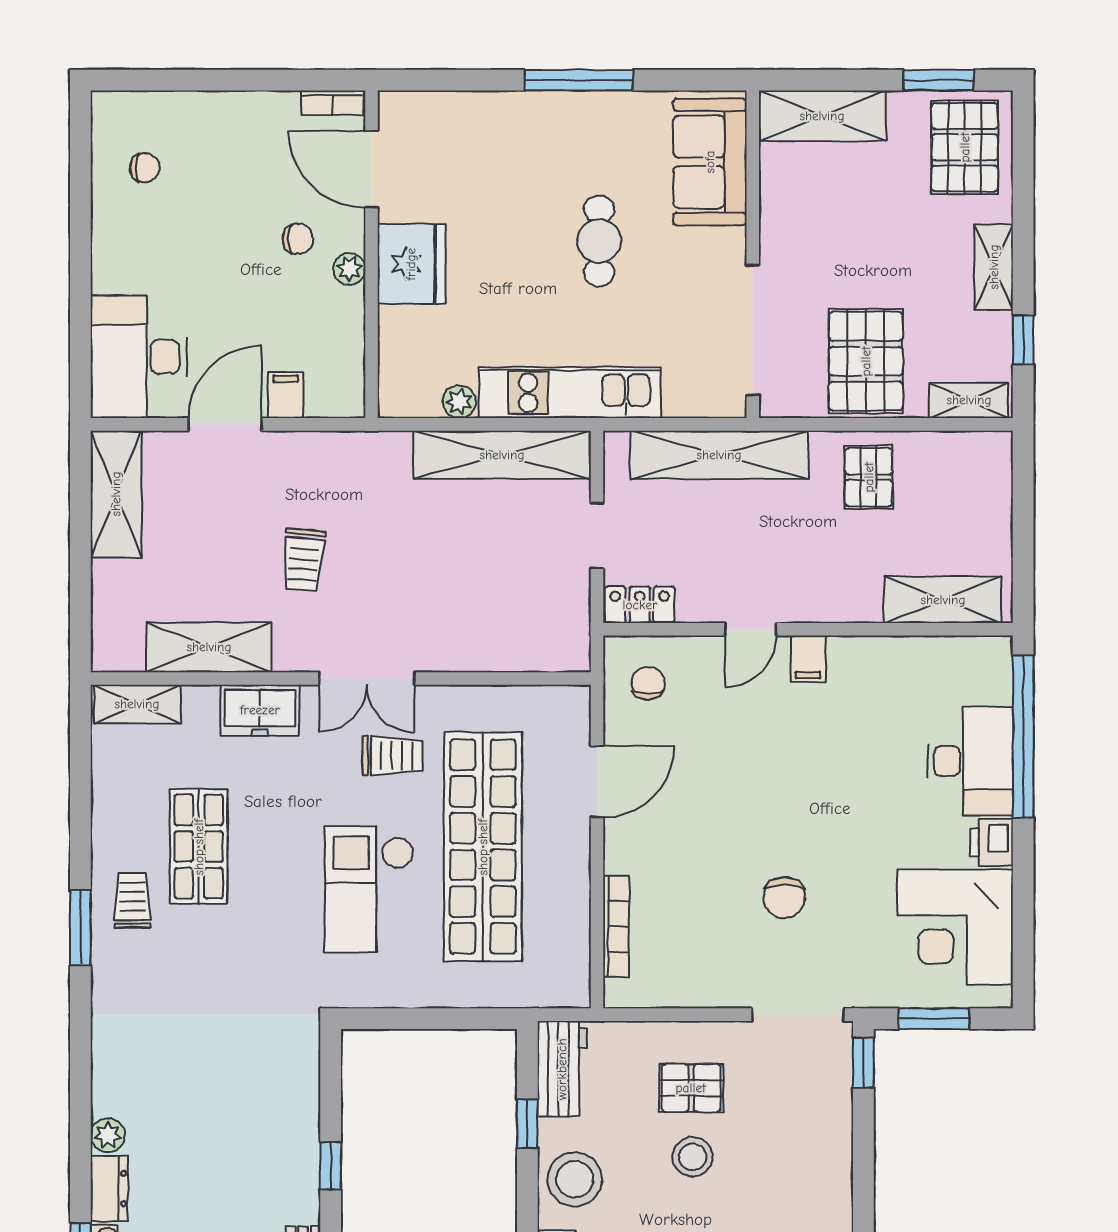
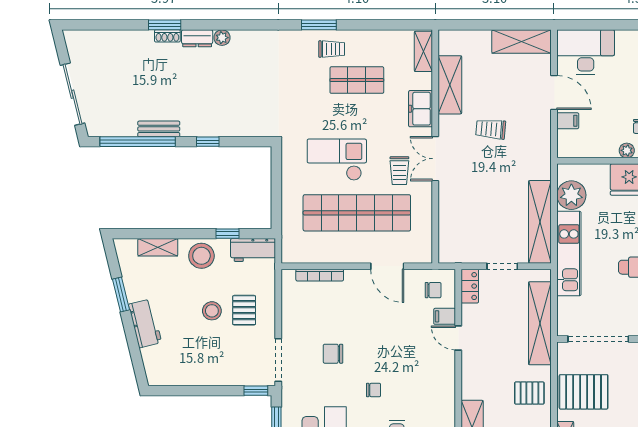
plant: (459, 402) -> (571, 195), width x1.88, depth x1.88
filing cabinet: (808, 659) -> (445, 316), moved
chair: (862, 811) -> (374, 390), added

